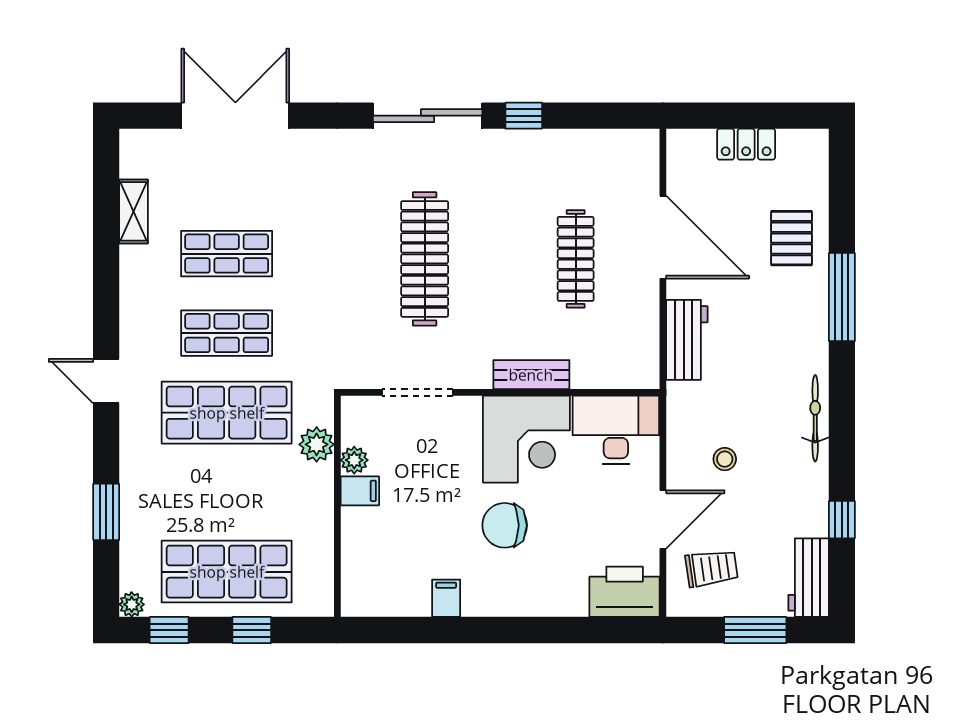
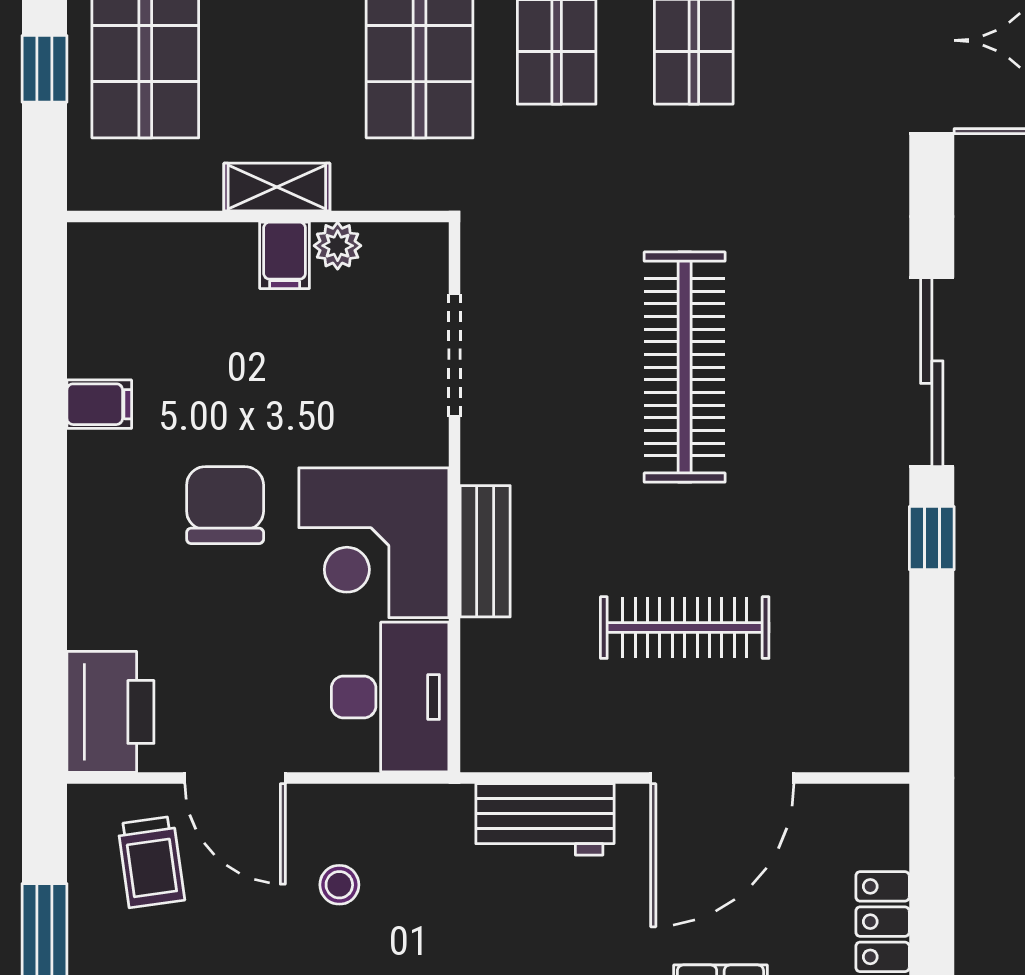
clothes rail: (425, 259) -> (685, 367), turned 90
plant: (317, 444) -> (365, 181), removed
shelving: (320, 495) -> (277, 187), added

